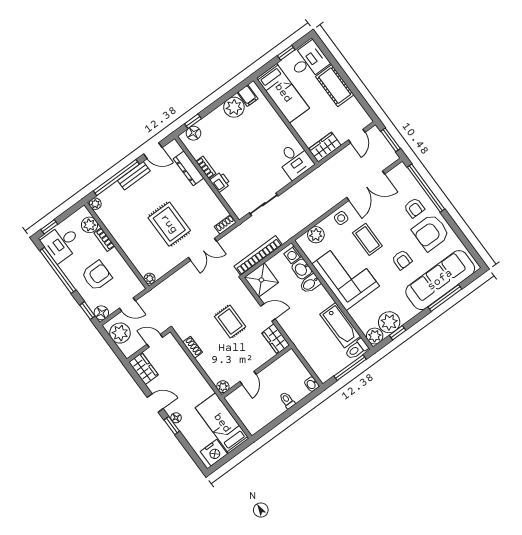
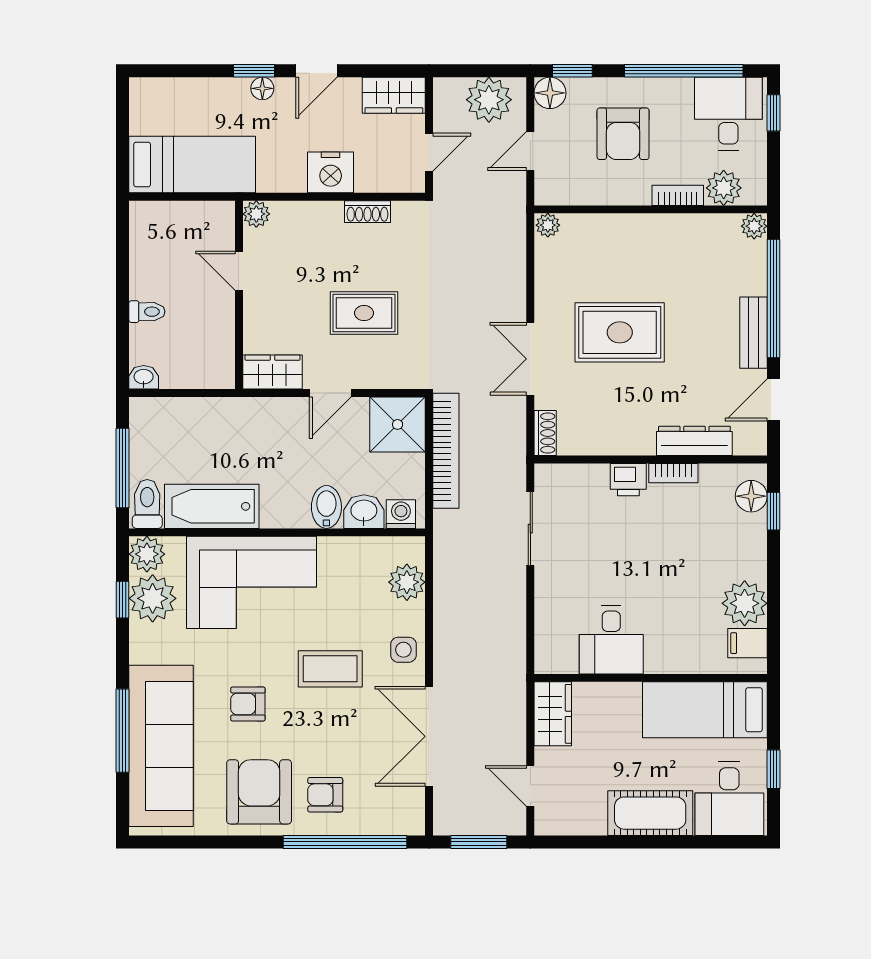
desk: (295, 160) -> (611, 640), moved, turned -90
corner sofa: (346, 275) -> (252, 582), moved
nightstand: (214, 453) -> (331, 172), moved, turned -90

